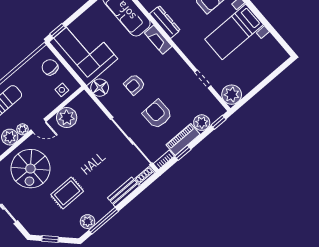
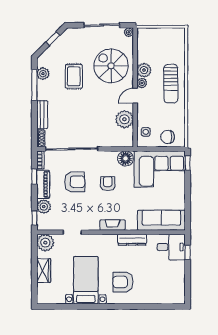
fireplace: (158, 40) -> (113, 225), moved
chair: (50, 67) -> (168, 137), turned 180
wardrobe: (257, 75) -> (44, 271), added

